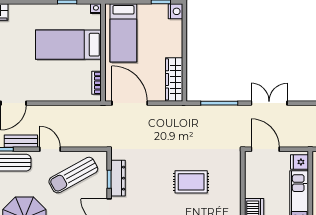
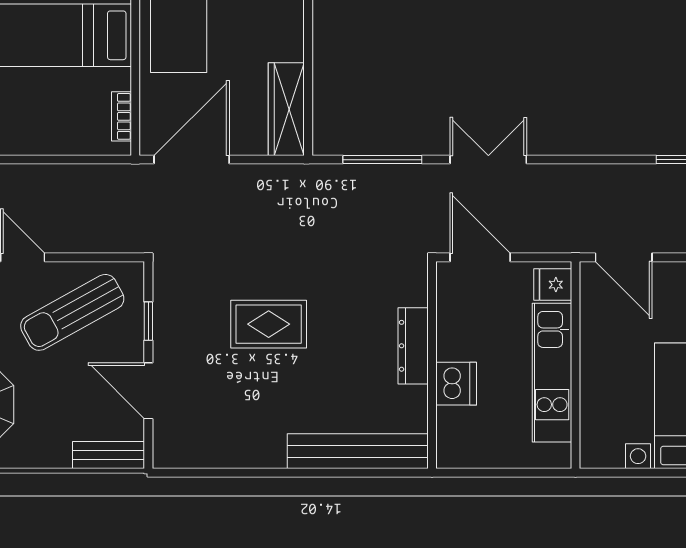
door: (130, 103) -> (192, 160), hinge flipped
dresser: (118, 178) -> (413, 346), moved, turned 180
rug: (191, 182) -> (269, 324), moved

